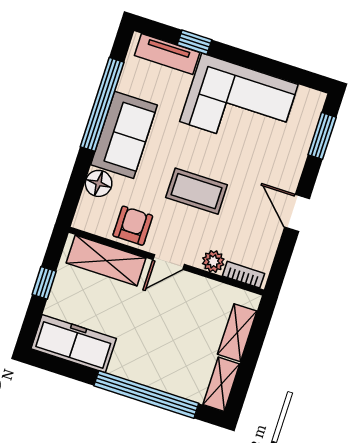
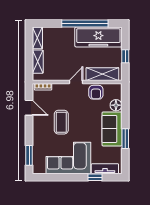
window: (102, 104) -> (125, 139), width x0.47
coffee table: (197, 191) -> (61, 122), moved, turned 90
door: (297, 213) -> (29, 108), moved
plant: (213, 261) -> (57, 88), removed
freezer: (74, 344) -> (98, 37), width x1.36, depth x1.26
window: (146, 395) -> (85, 23), moved

